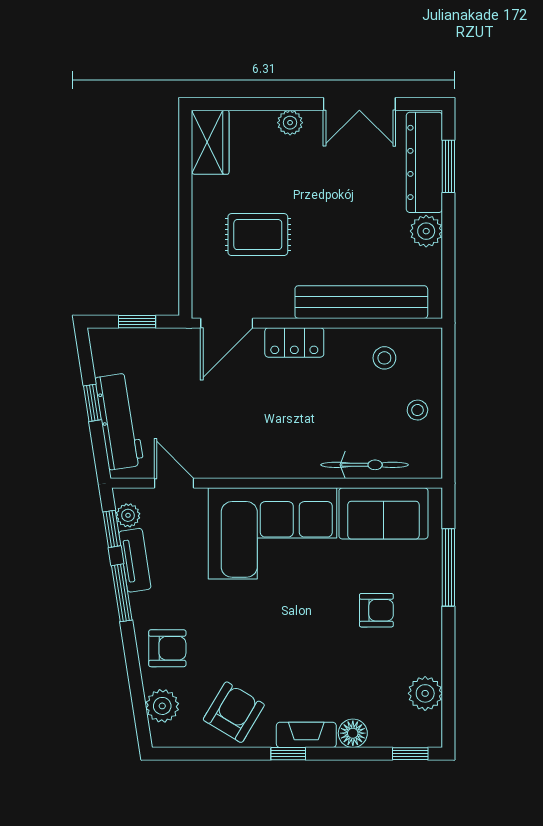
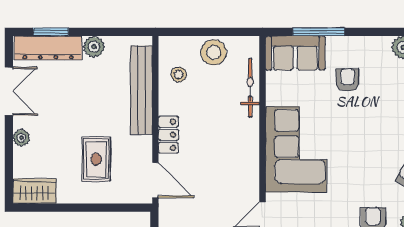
stool: (417, 410) -> (214, 52), width x1.89, depth x1.89
sofa: (383, 513) -> (295, 53), moved, turned 90

